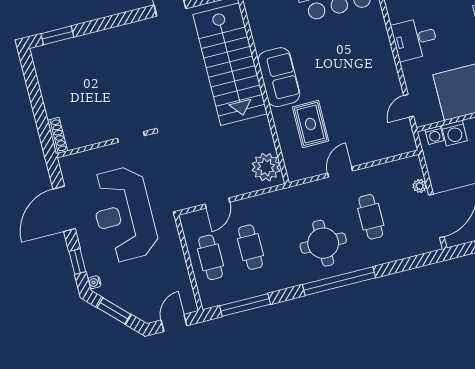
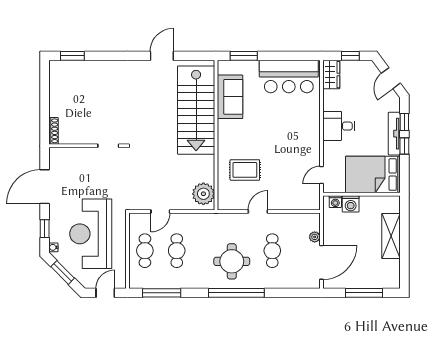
sofa: (279, 77) -> (230, 97), moved
rug: (311, 124) -> (245, 170), turned 90
reception desk: (124, 214) -> (91, 234), moved

